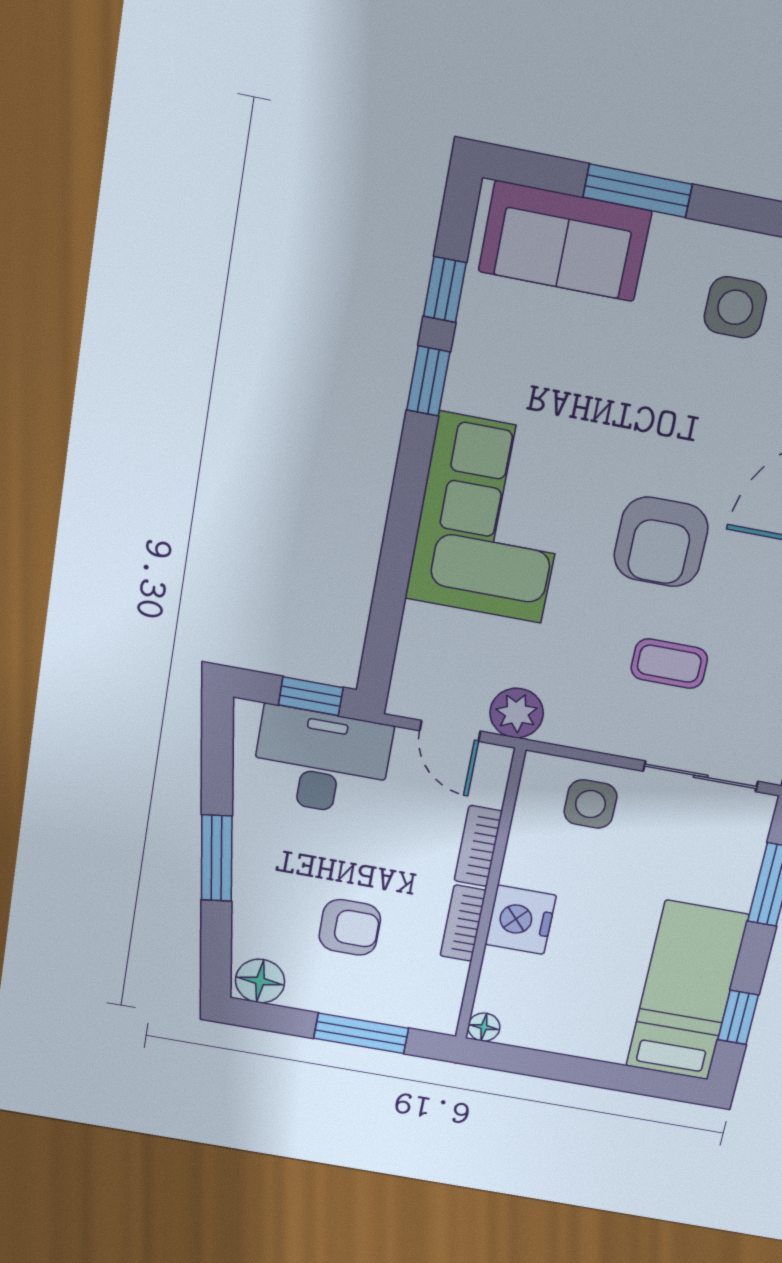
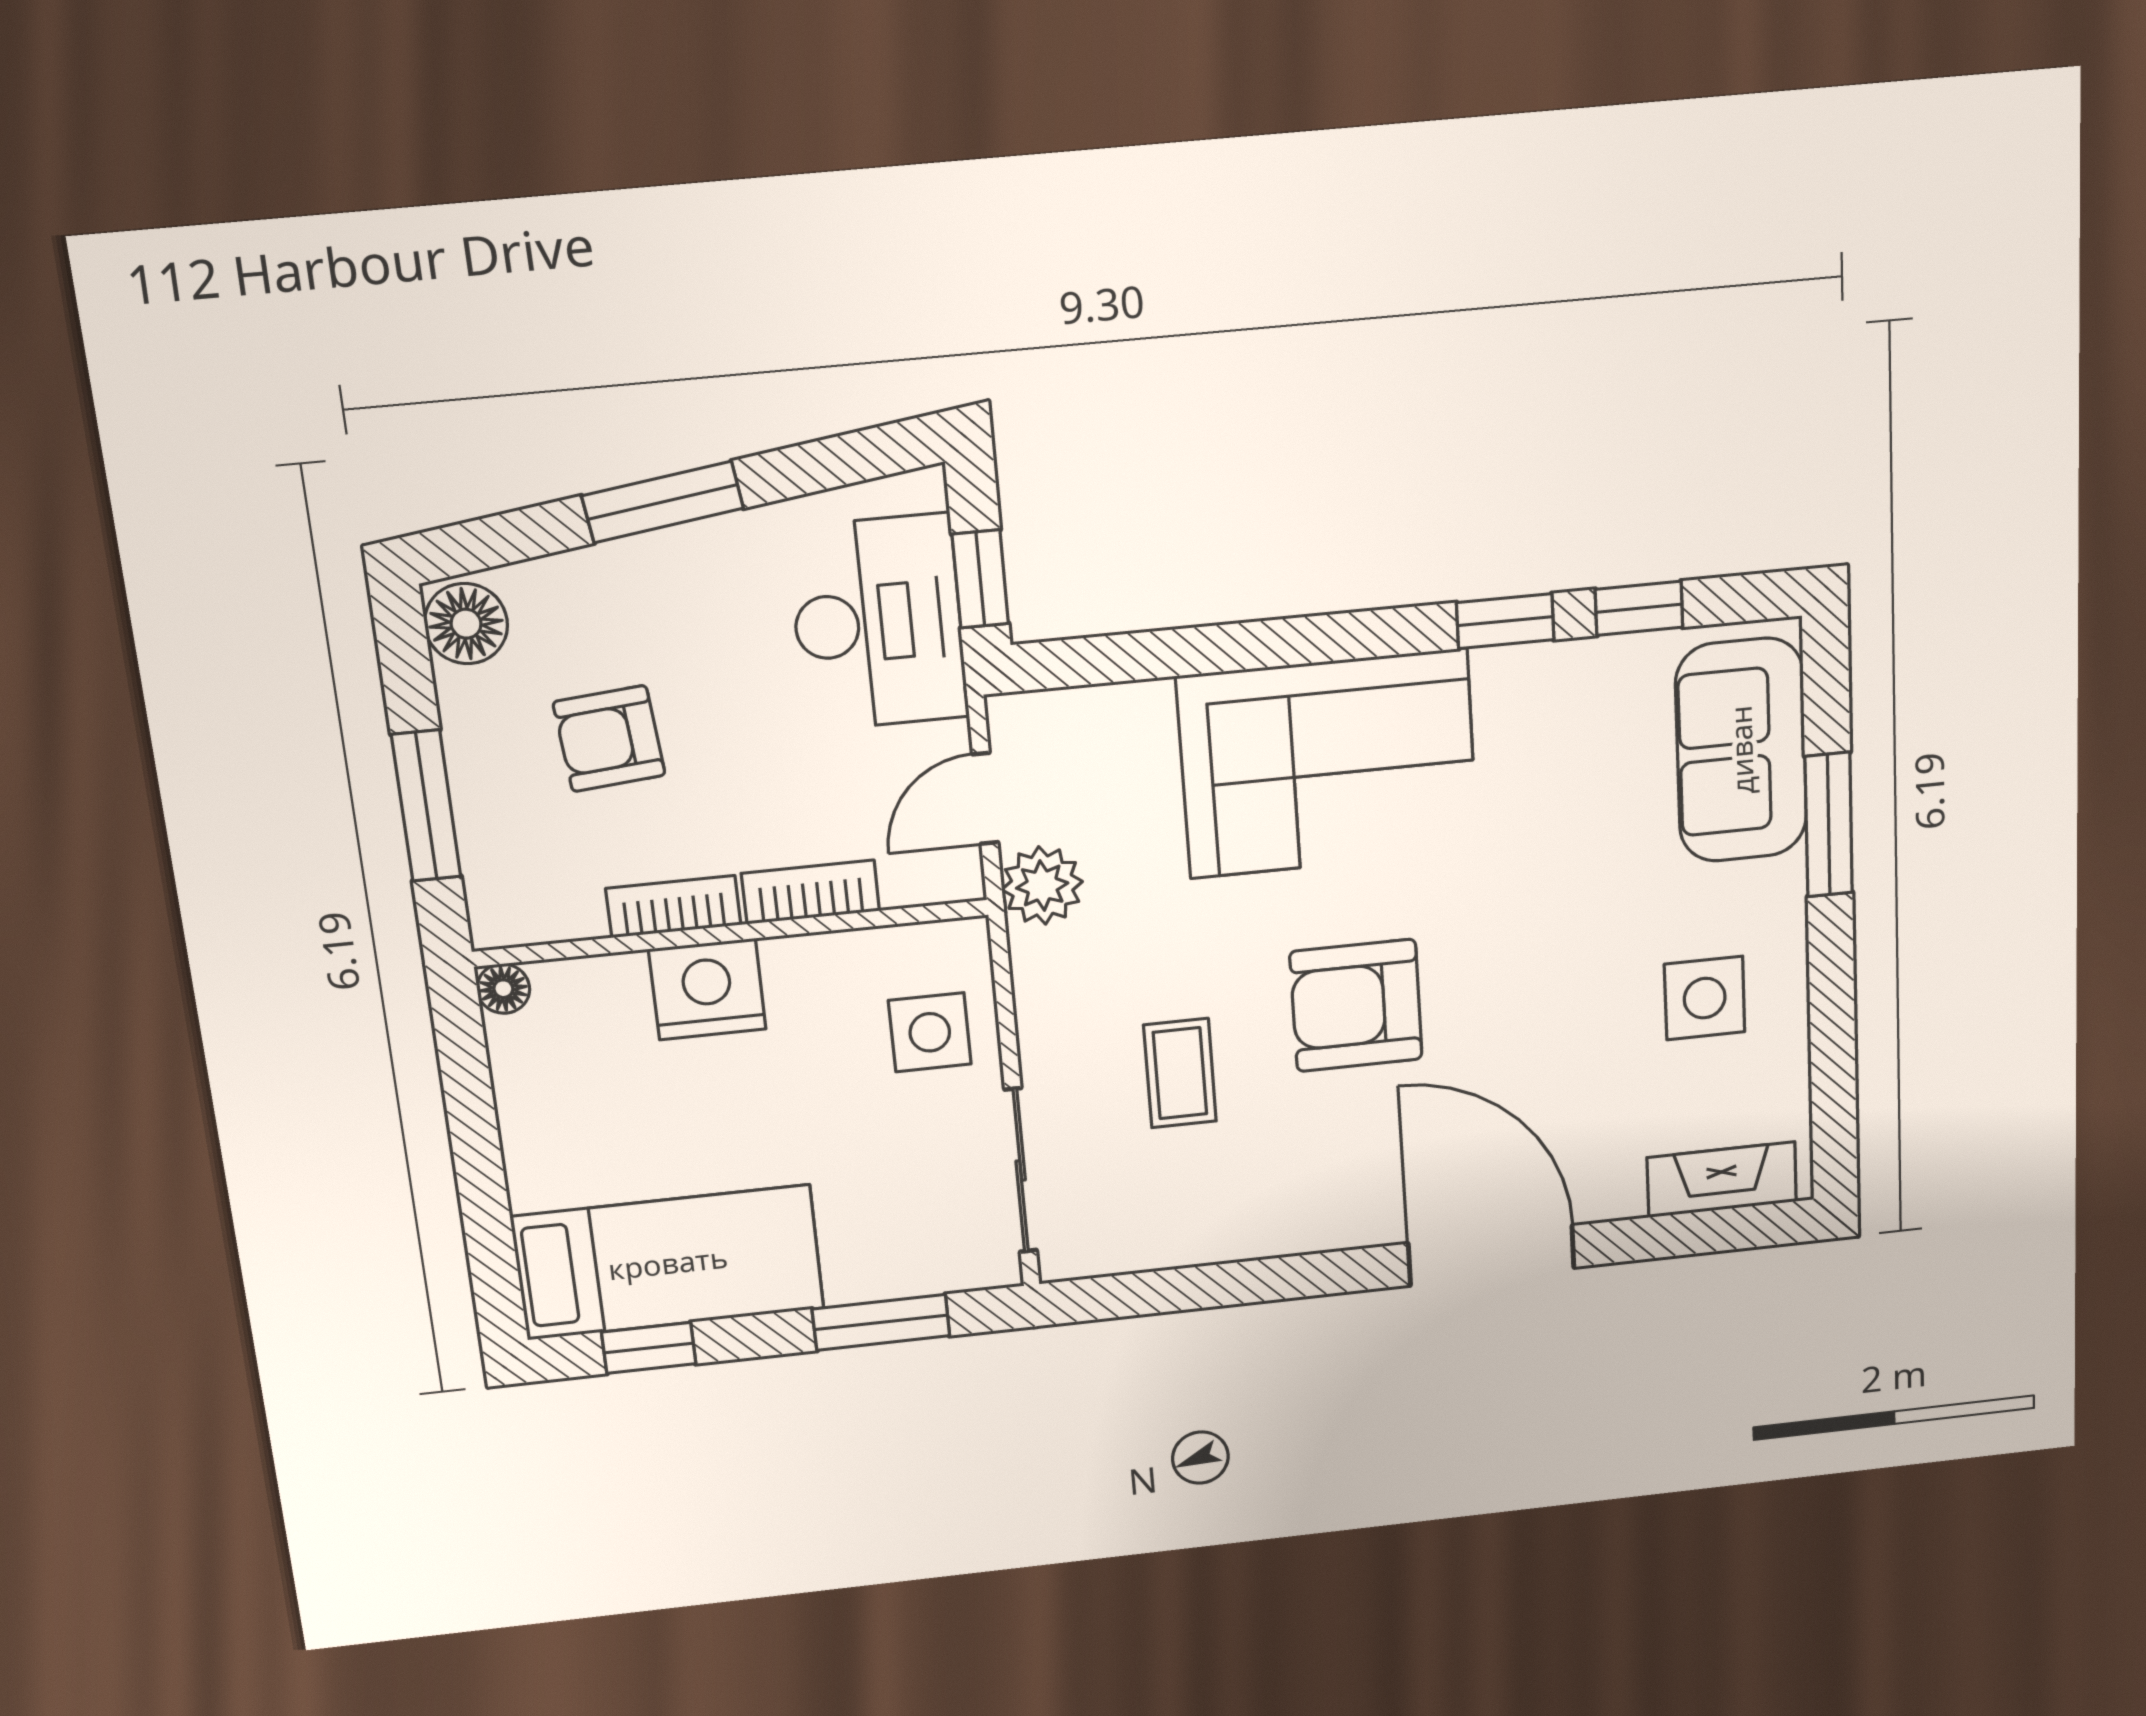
armchair: (350, 927) -> (609, 739), turned 85

